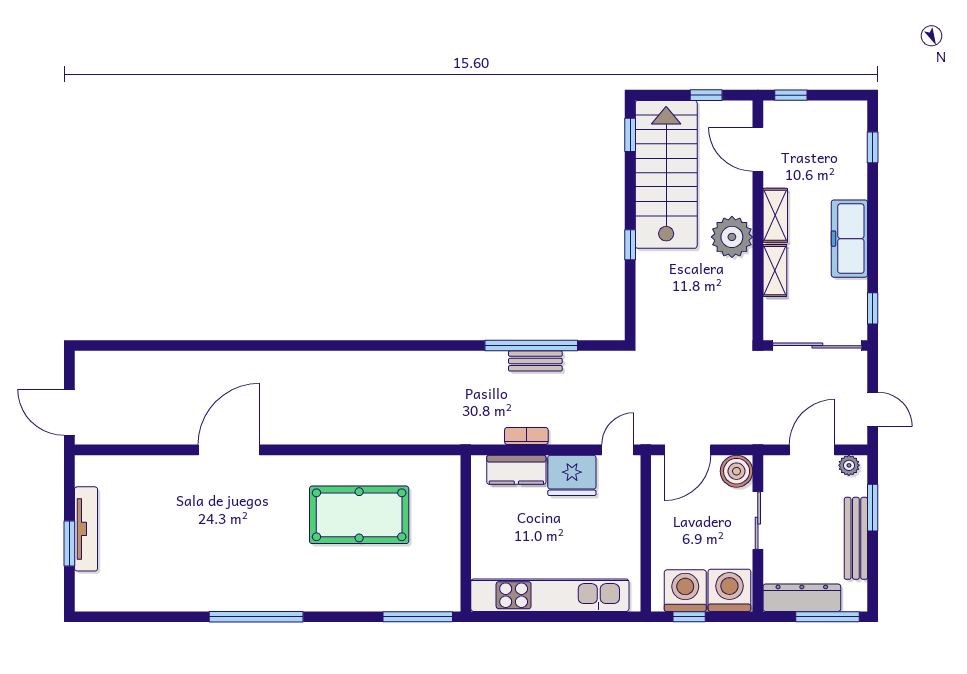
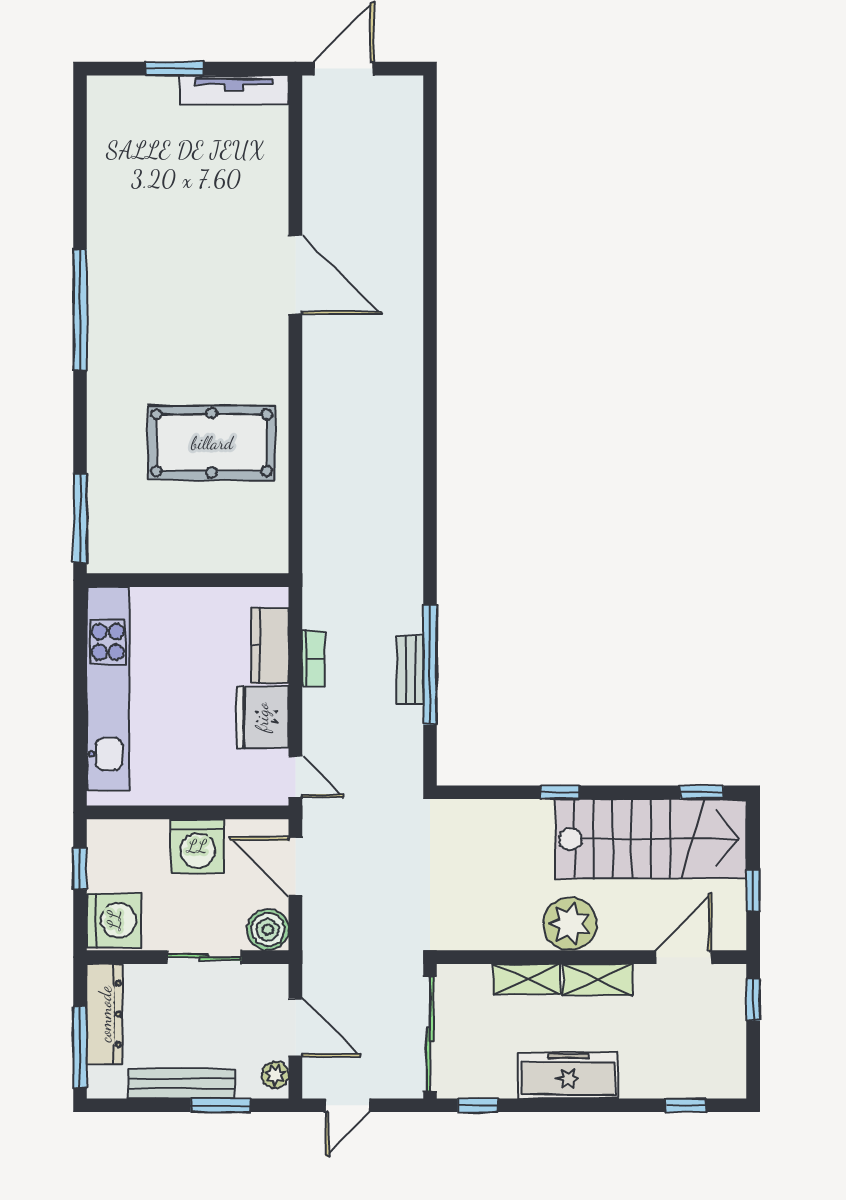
pool table: (359, 515) -> (212, 443), turned 90
tv unit: (86, 529) -> (234, 90), moved
washing machine: (685, 591) -> (197, 846), moved, turned 90

